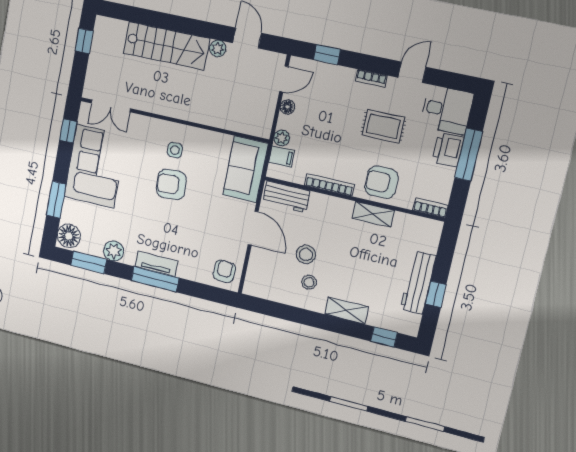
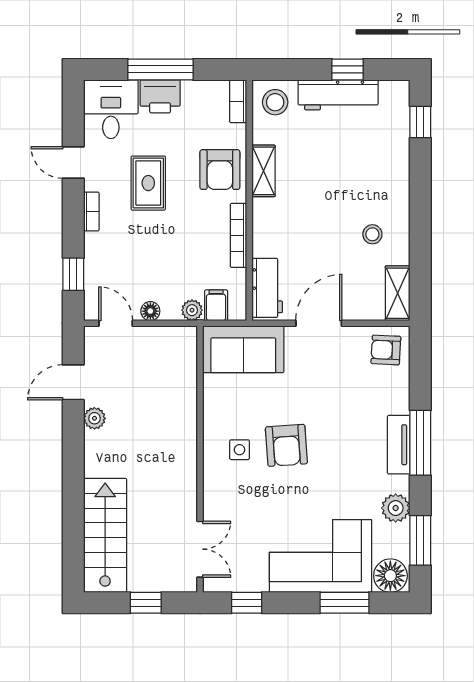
window: (84, 41) -> (146, 603), moved
stairs: (166, 46) -> (105, 535), moved
corner sofa: (95, 166) -> (320, 556), moved
stool: (306, 254) -> (275, 102), moved
shelving: (347, 310) -> (398, 293), moved

